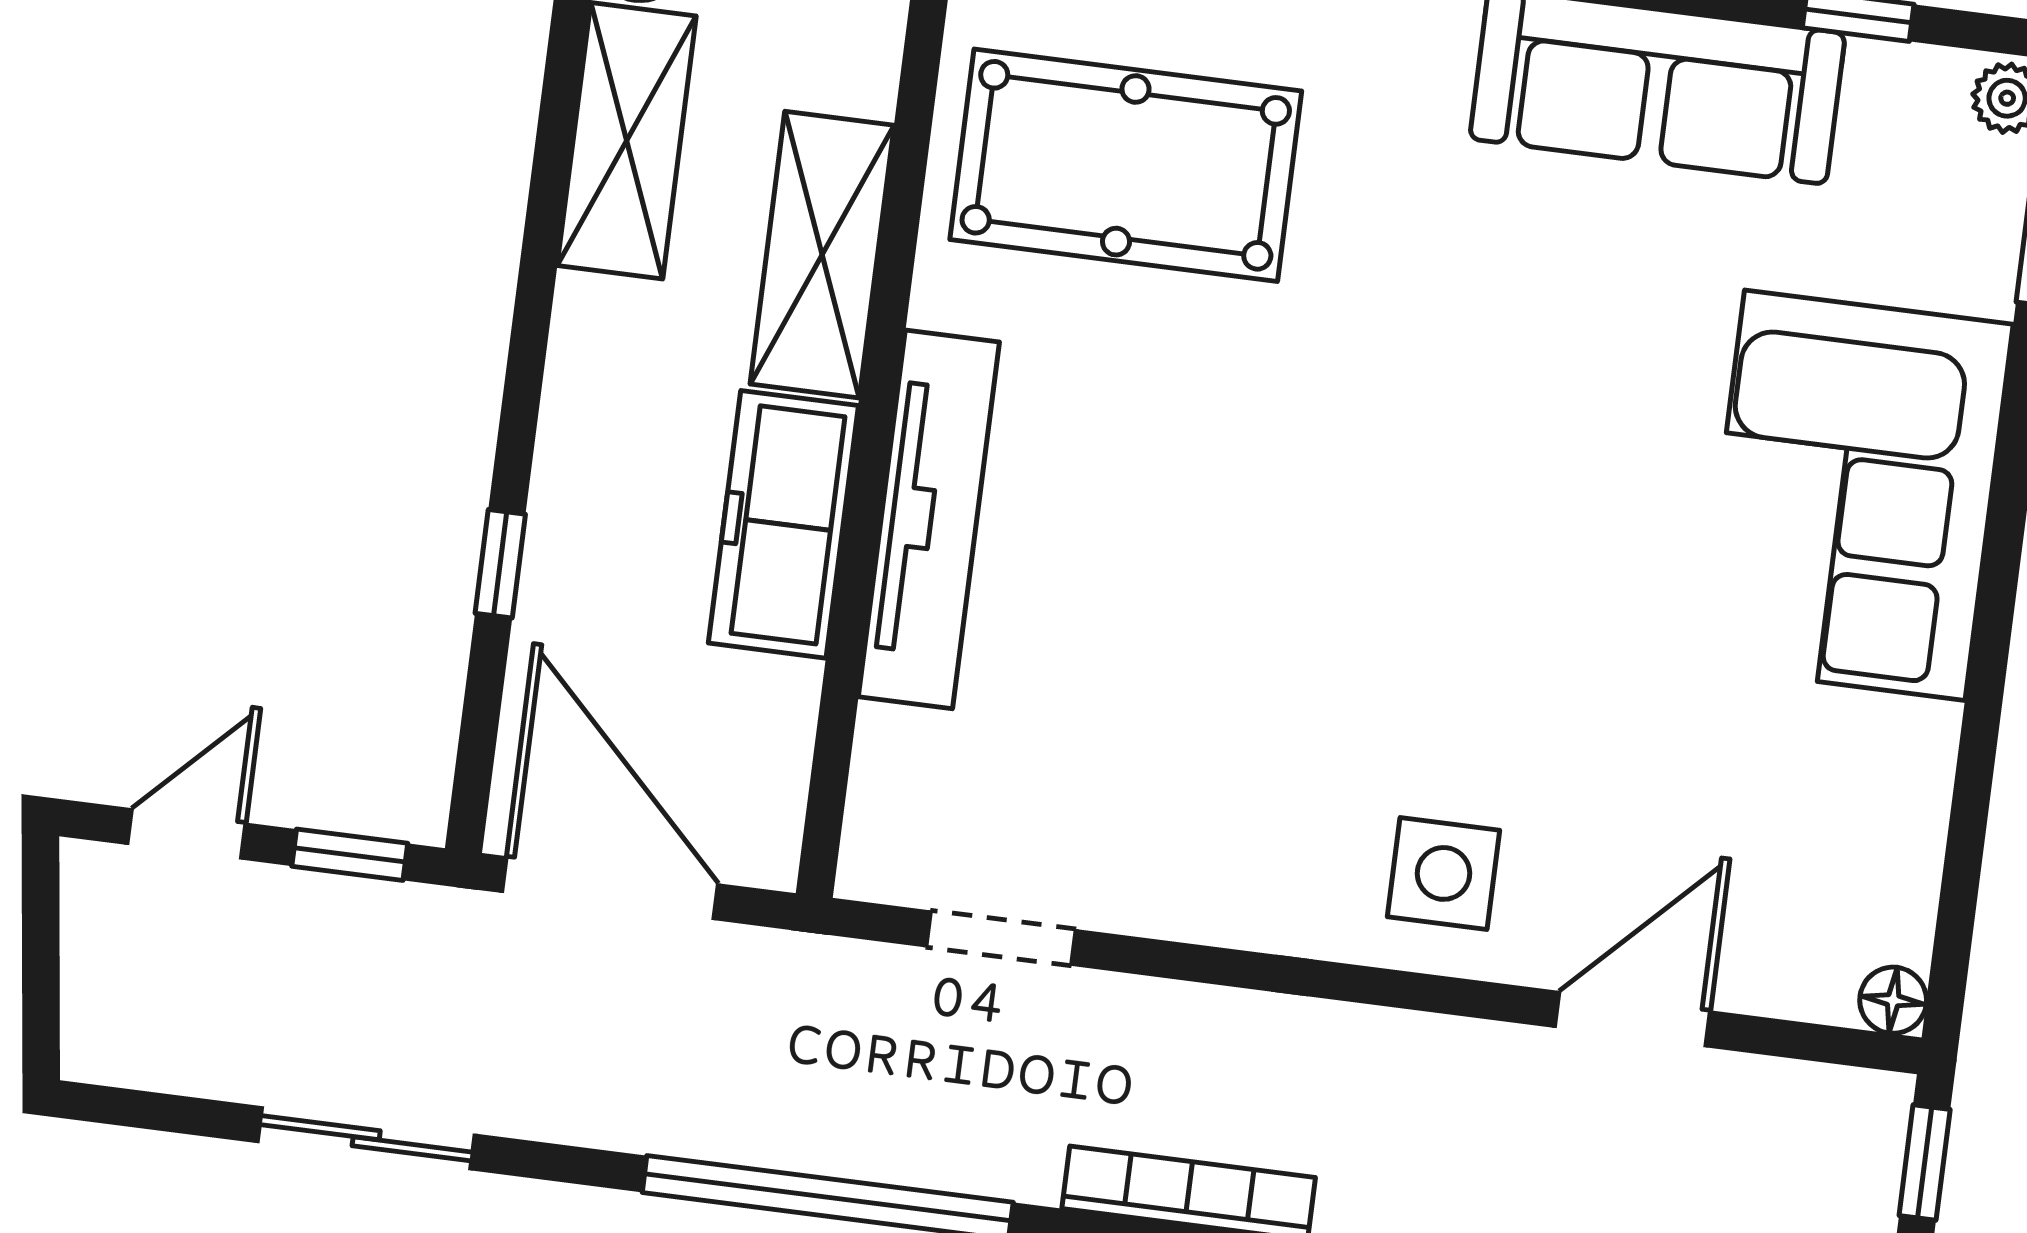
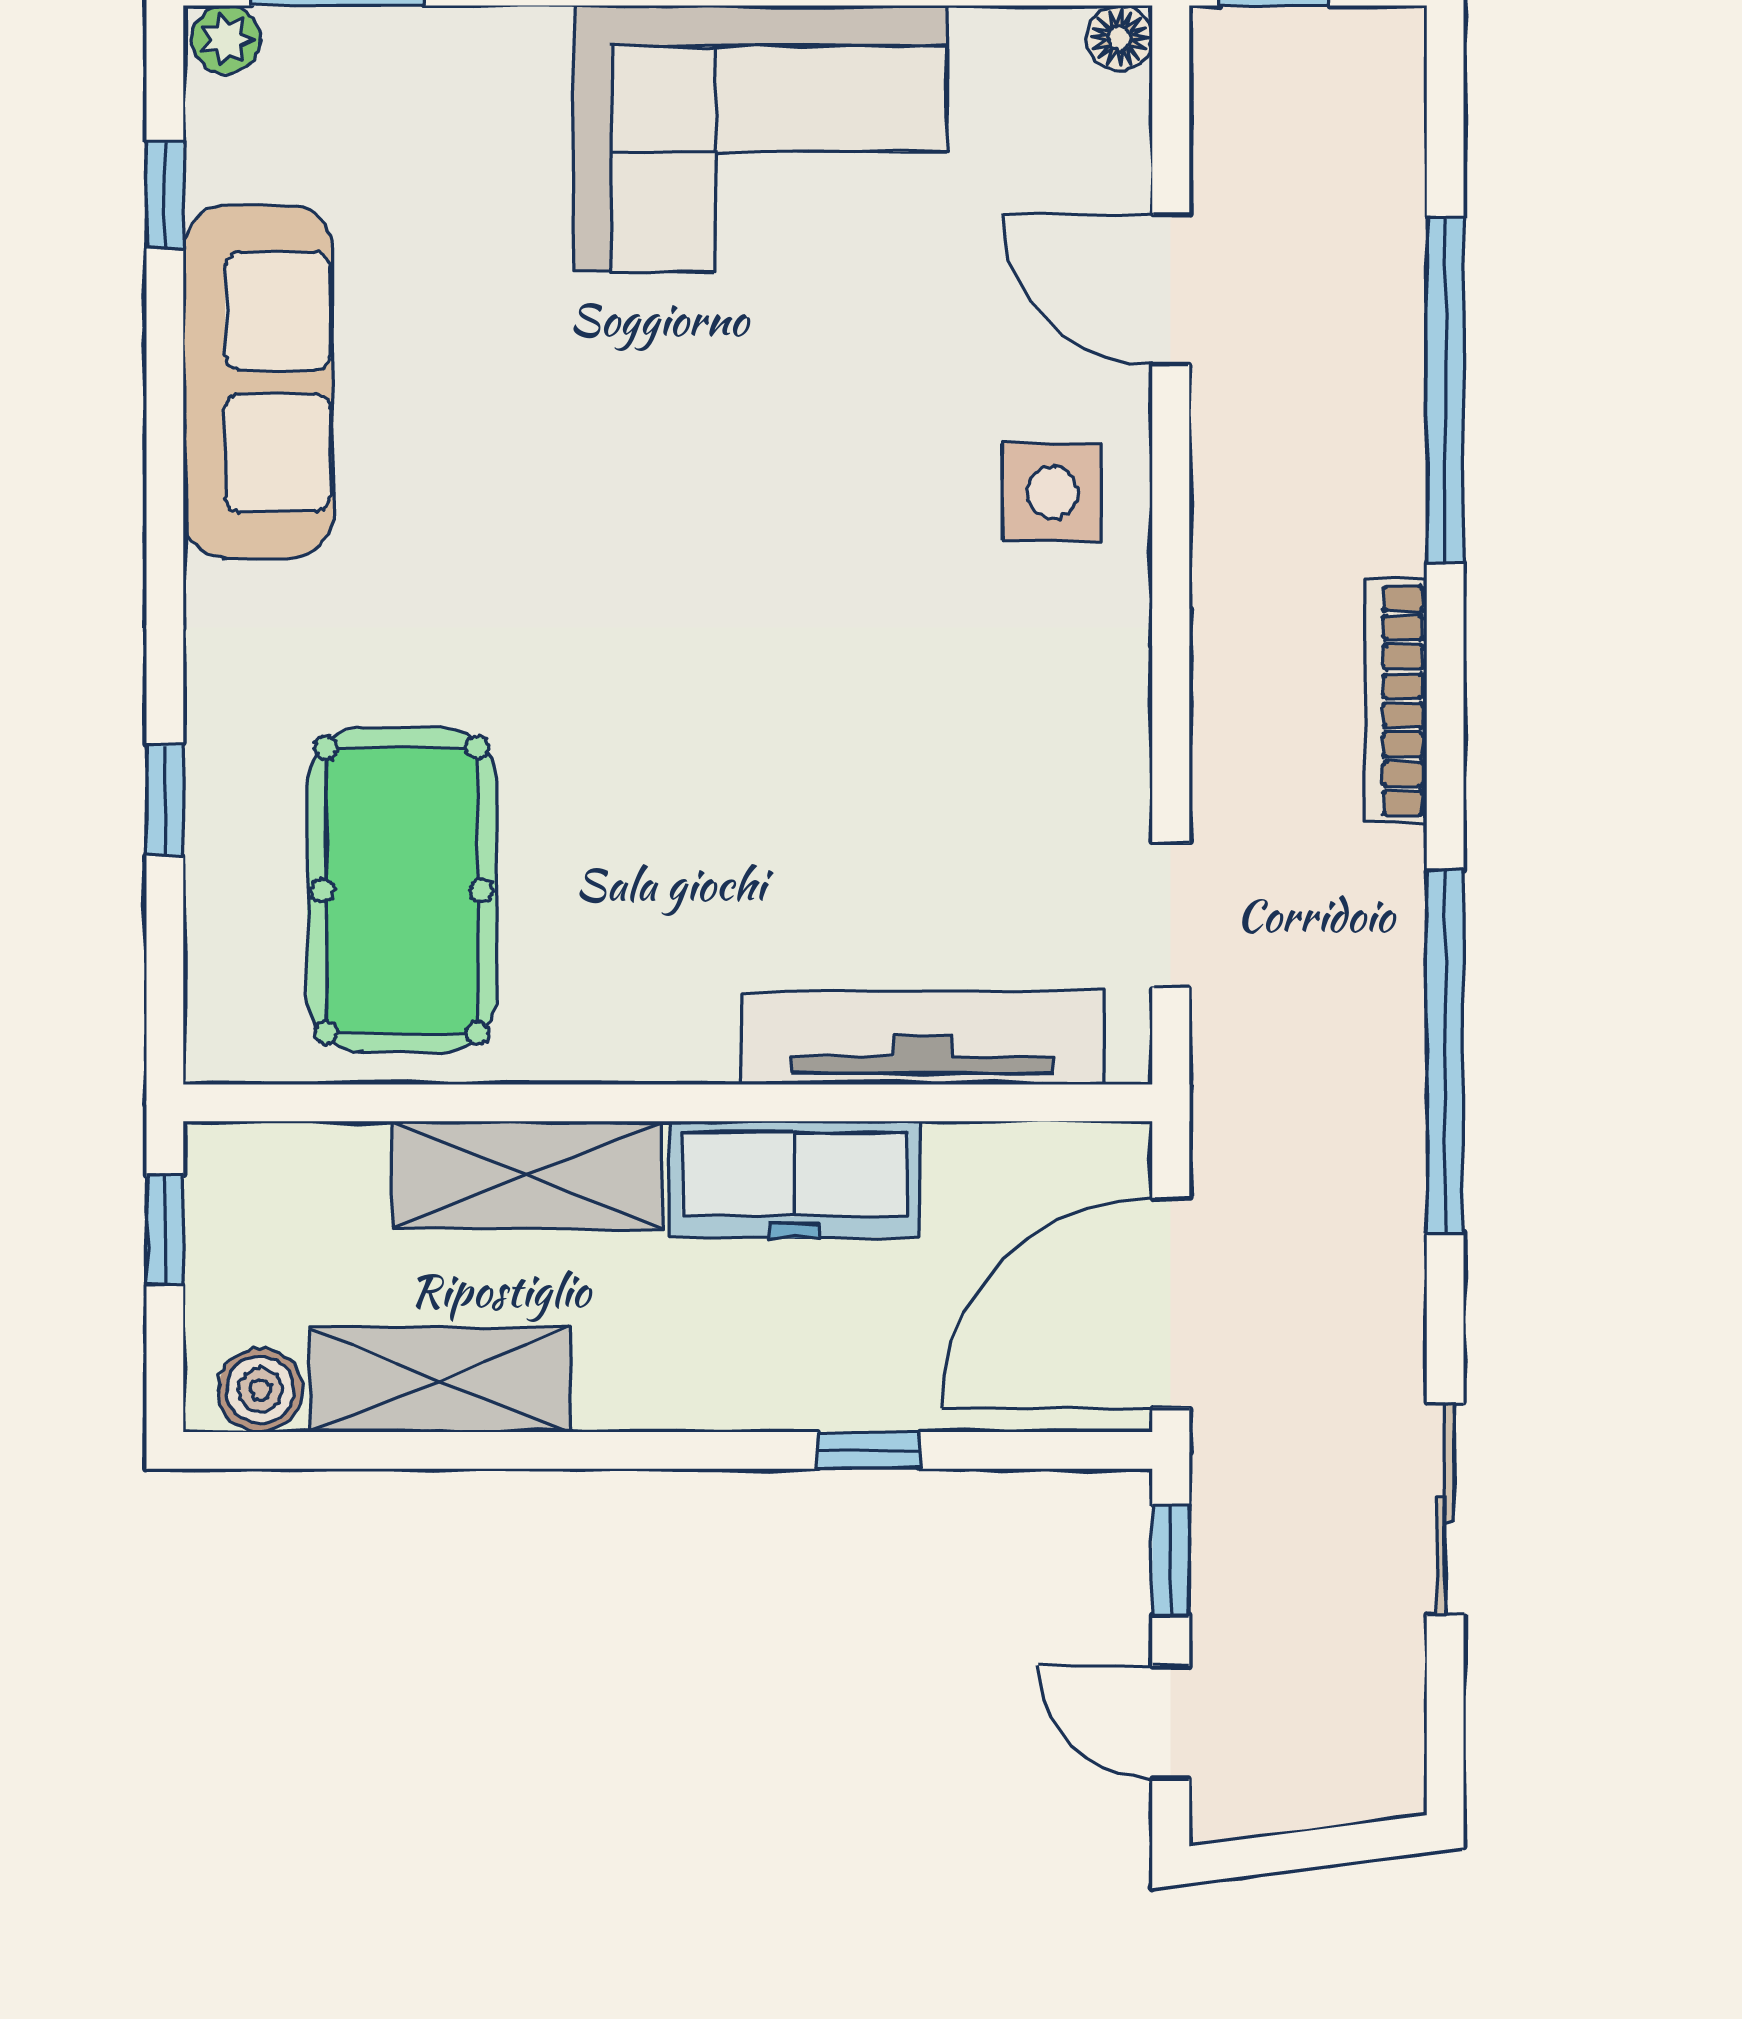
corner sofa: (1855, 495) -> (760, 138), moved
tv unit: (929, 519) -> (923, 1038), moved

